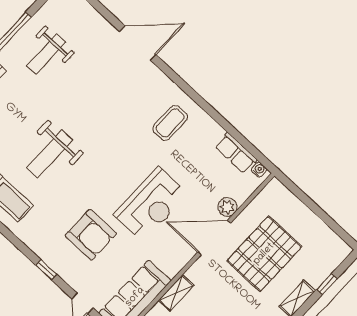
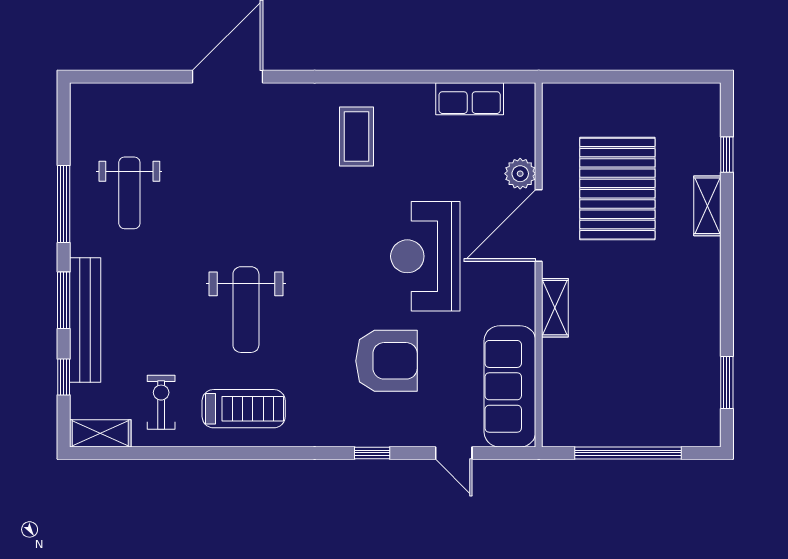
water cooler: (259, 170) -> (516, 93), removed
reception desk: (151, 204) -> (425, 256), turned 180
shelving: (176, 293) -> (555, 308), moved

